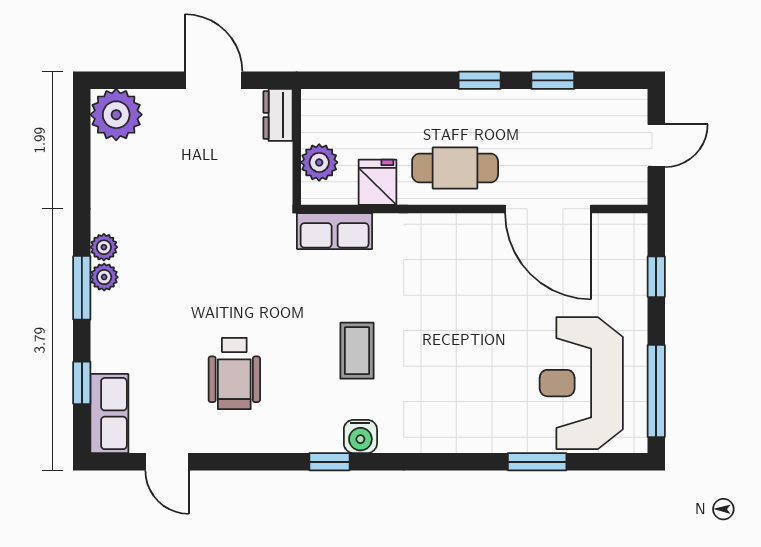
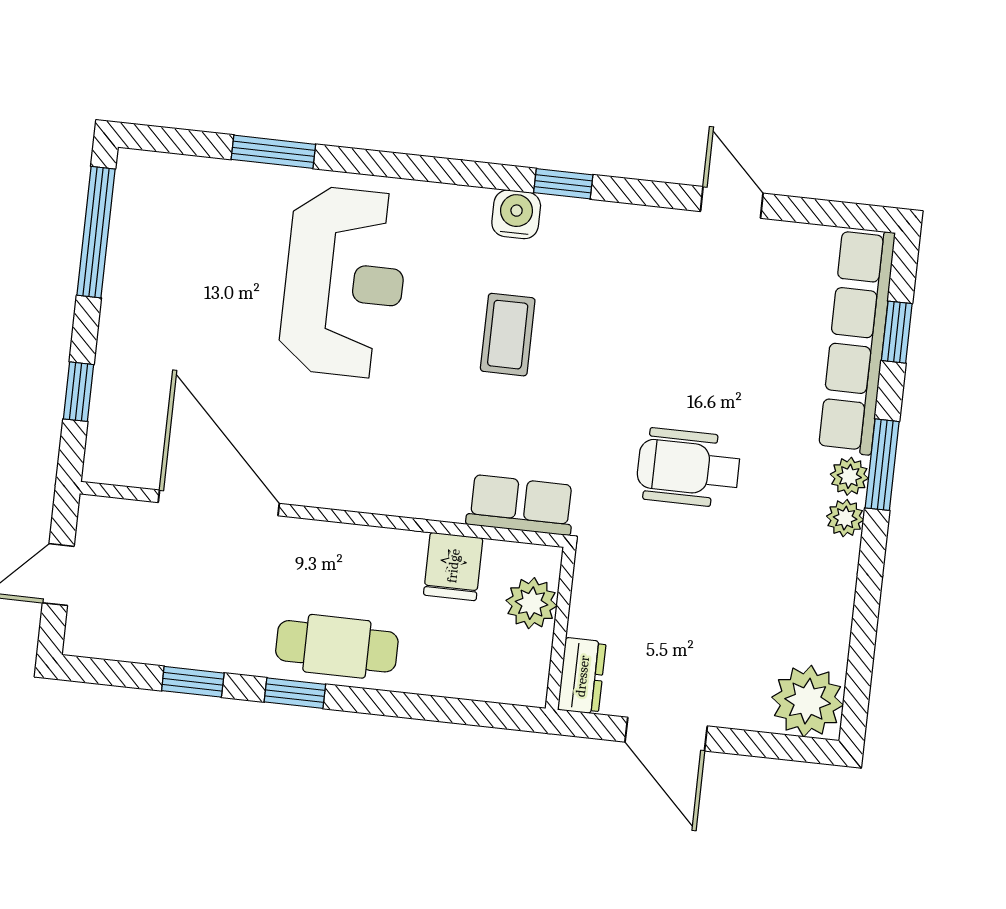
cafe table: (455, 168) -> (337, 646), moved
wheelchair: (234, 374) -> (688, 468), moved, turned -90
reception desk: (581, 383) -> (344, 282), moved
row of seats: (109, 414) -> (857, 341), width x2.02
door: (167, 462) -> (732, 202), moved

